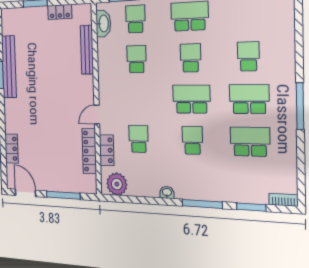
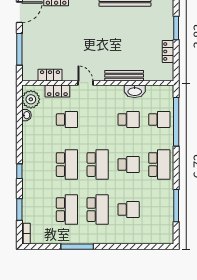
washbasin: (103, 24) -> (135, 91), moved
bench: (87, 50) -> (124, 76), moved
window: (300, 106) -> (77, 247), moved
school desk: (192, 140) -> (67, 165), width x1.85
locker: (89, 151) -> (50, 75), width x0.66
washbasin: (167, 192) -> (26, 115), moved
window: (202, 204) -> (19, 171), width x0.46

